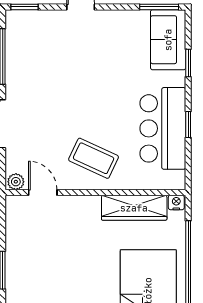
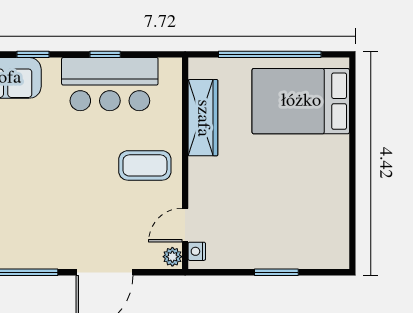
coffee table: (94, 158) -> (145, 165), turned 65
nightstand: (176, 202) -> (197, 251), moved

